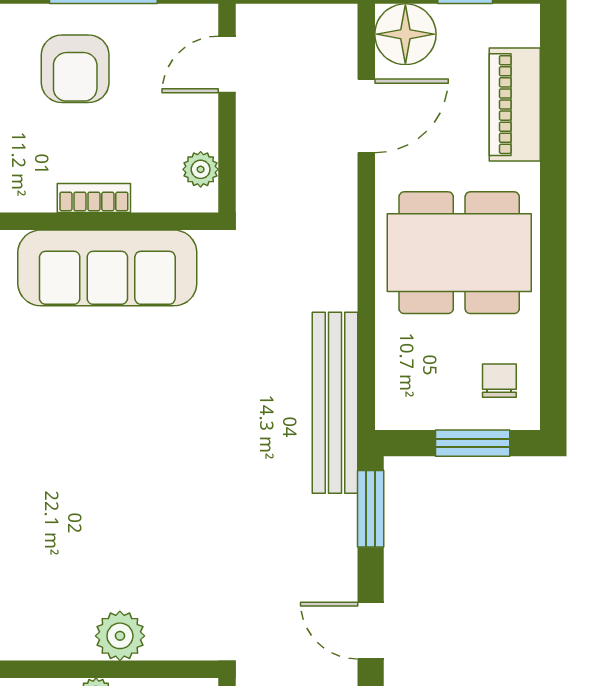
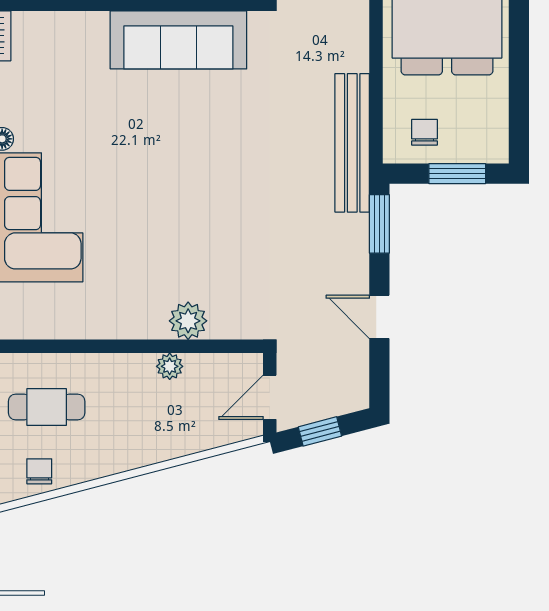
chair: (499, 381) -> (424, 132), moved

